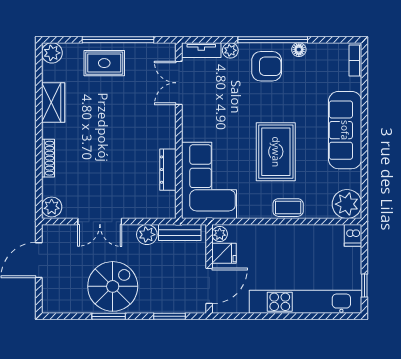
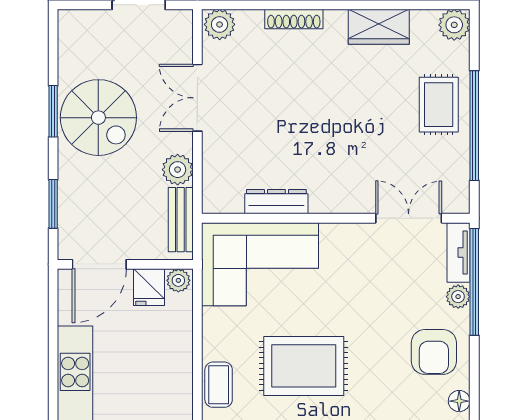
window: (273, 40) -> (474, 282), moved
door: (209, 286) -> (99, 264), hinge flipped

